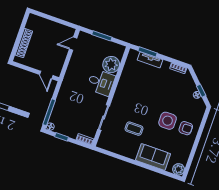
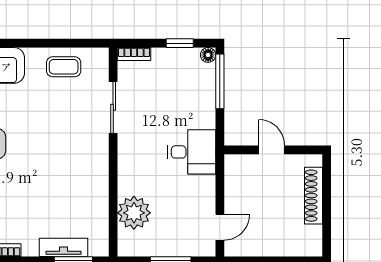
door: (46, 75) -> (272, 150), moved
desk: (101, 82) -> (192, 152), moved, turned 180
coffee table: (134, 129) -> (64, 67), moved

